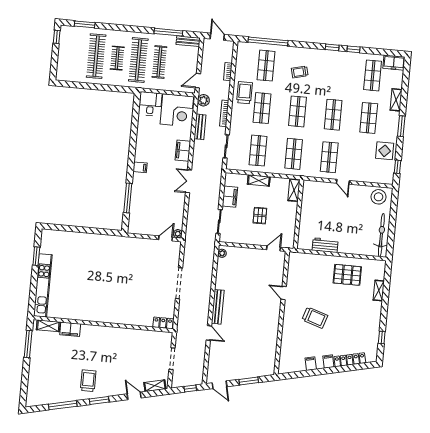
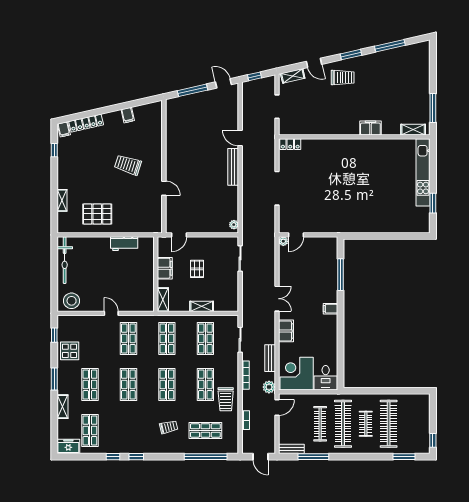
shop shelf: (266, 66) -> (205, 430), turned 90
filing cabinet: (230, 197) -> (165, 268), moved, turned 180
filing cabinet: (70, 329) -> (370, 128), moved
filing cabinet: (328, 361) -> (64, 129), moved
trolley: (88, 381) -> (343, 77), moved, turned -90
window: (249, 381) -> (192, 90), width x1.44

